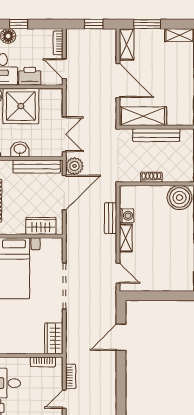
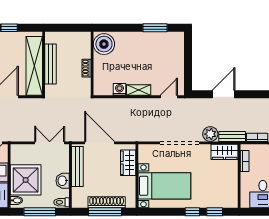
shelving: (143, 116) -> (34, 66), width x1.47
plant: (74, 166) -> (210, 134), moved
bench: (111, 218) -> (232, 136), moved
door: (121, 337) -> (224, 94), swing flipped

